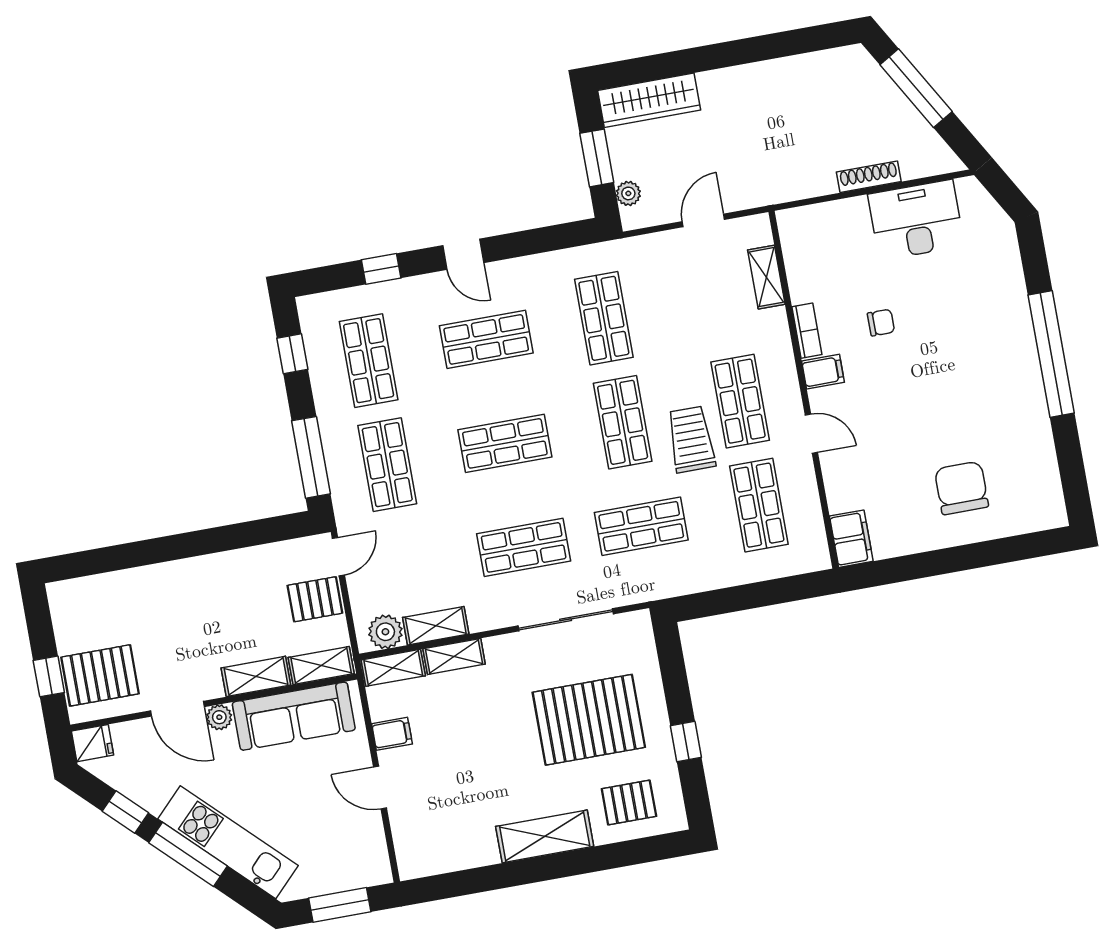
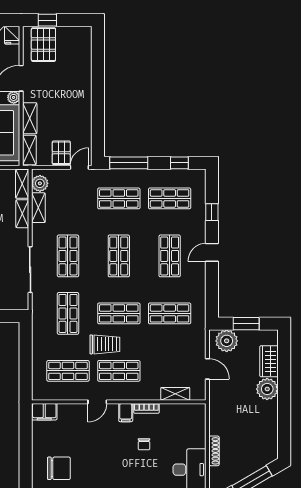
plant: (723, 91) -> (267, 389), added
wardrobe: (649, 100) -> (269, 361), width x0.67
plant: (628, 193) -> (227, 341), width x1.88, depth x1.88
door: (338, 557) -> (79, 167), swing flipped

